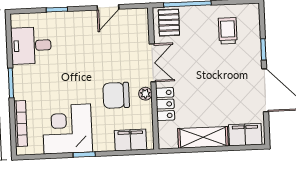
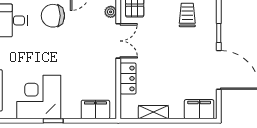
plant: (145, 94) -> (111, 12), moved
chair: (116, 95) -> (53, 16), moved
shelving: (203, 137) -> (153, 112), width x0.67, depth x0.75

